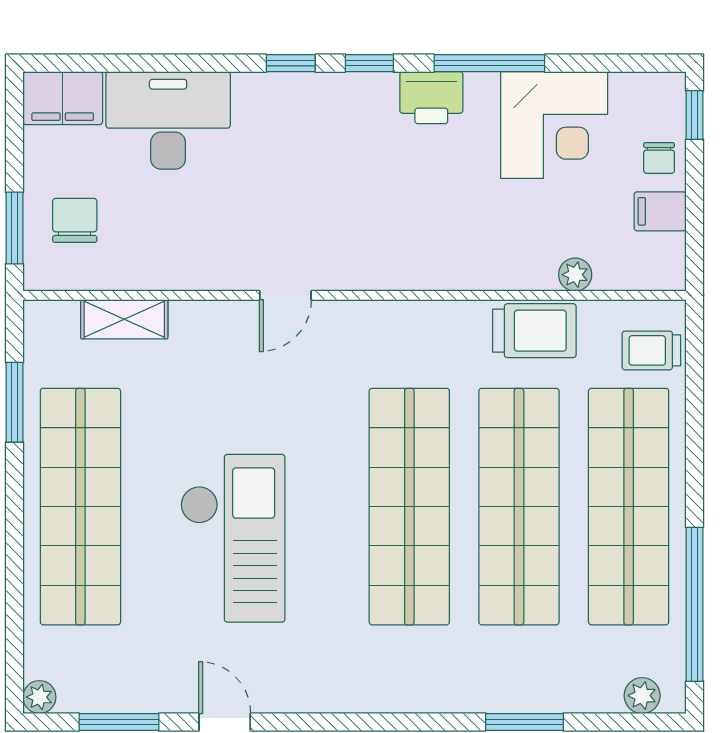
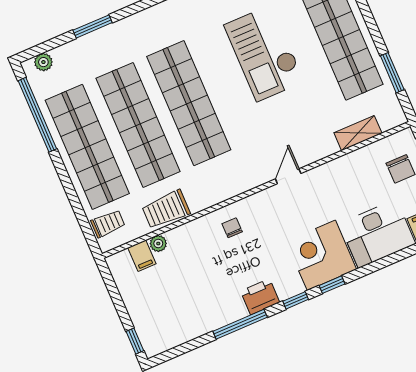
corner desk: (554, 125) -> (321, 255), moved
chair: (659, 158) -> (232, 228), moved
filing cabinet: (660, 211) -> (142, 256), moved, turned 90

